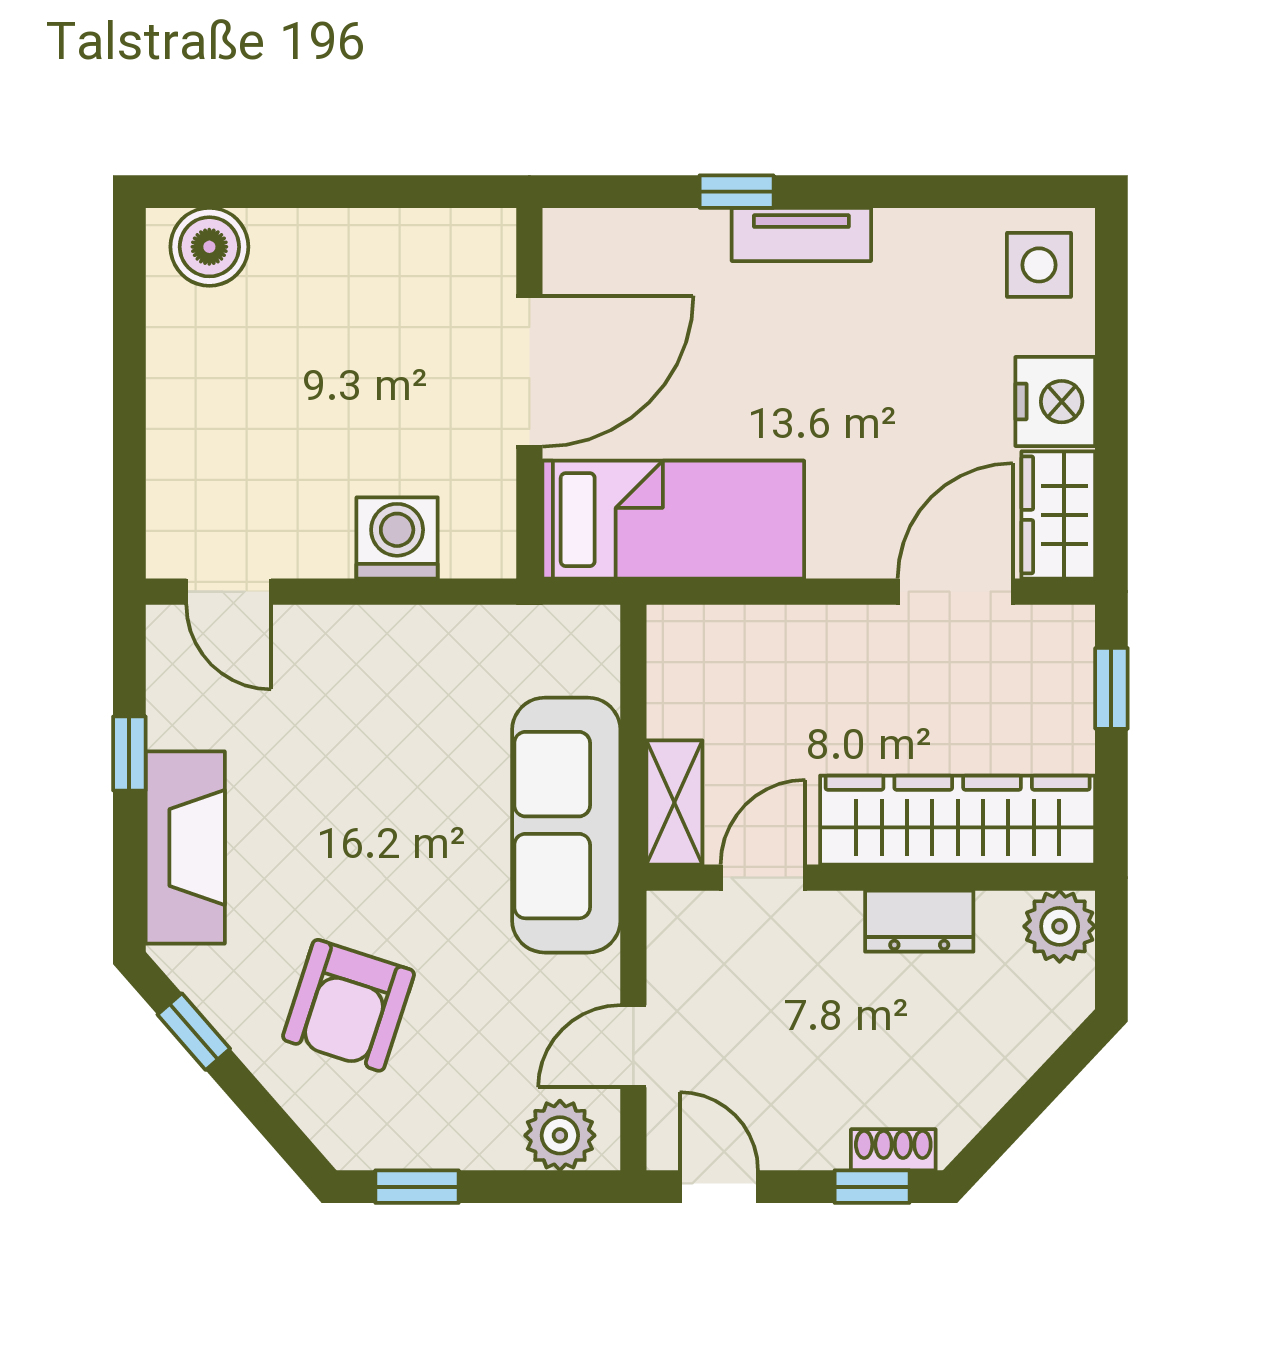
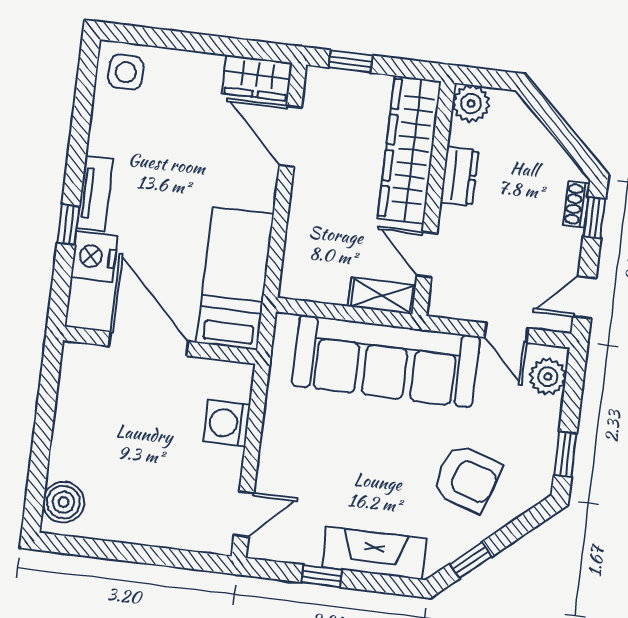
nightstand: (1055, 402) -> (94, 257), moved, turned -90
sofa: (566, 825) -> (386, 361), width x1.36, depth x1.27

